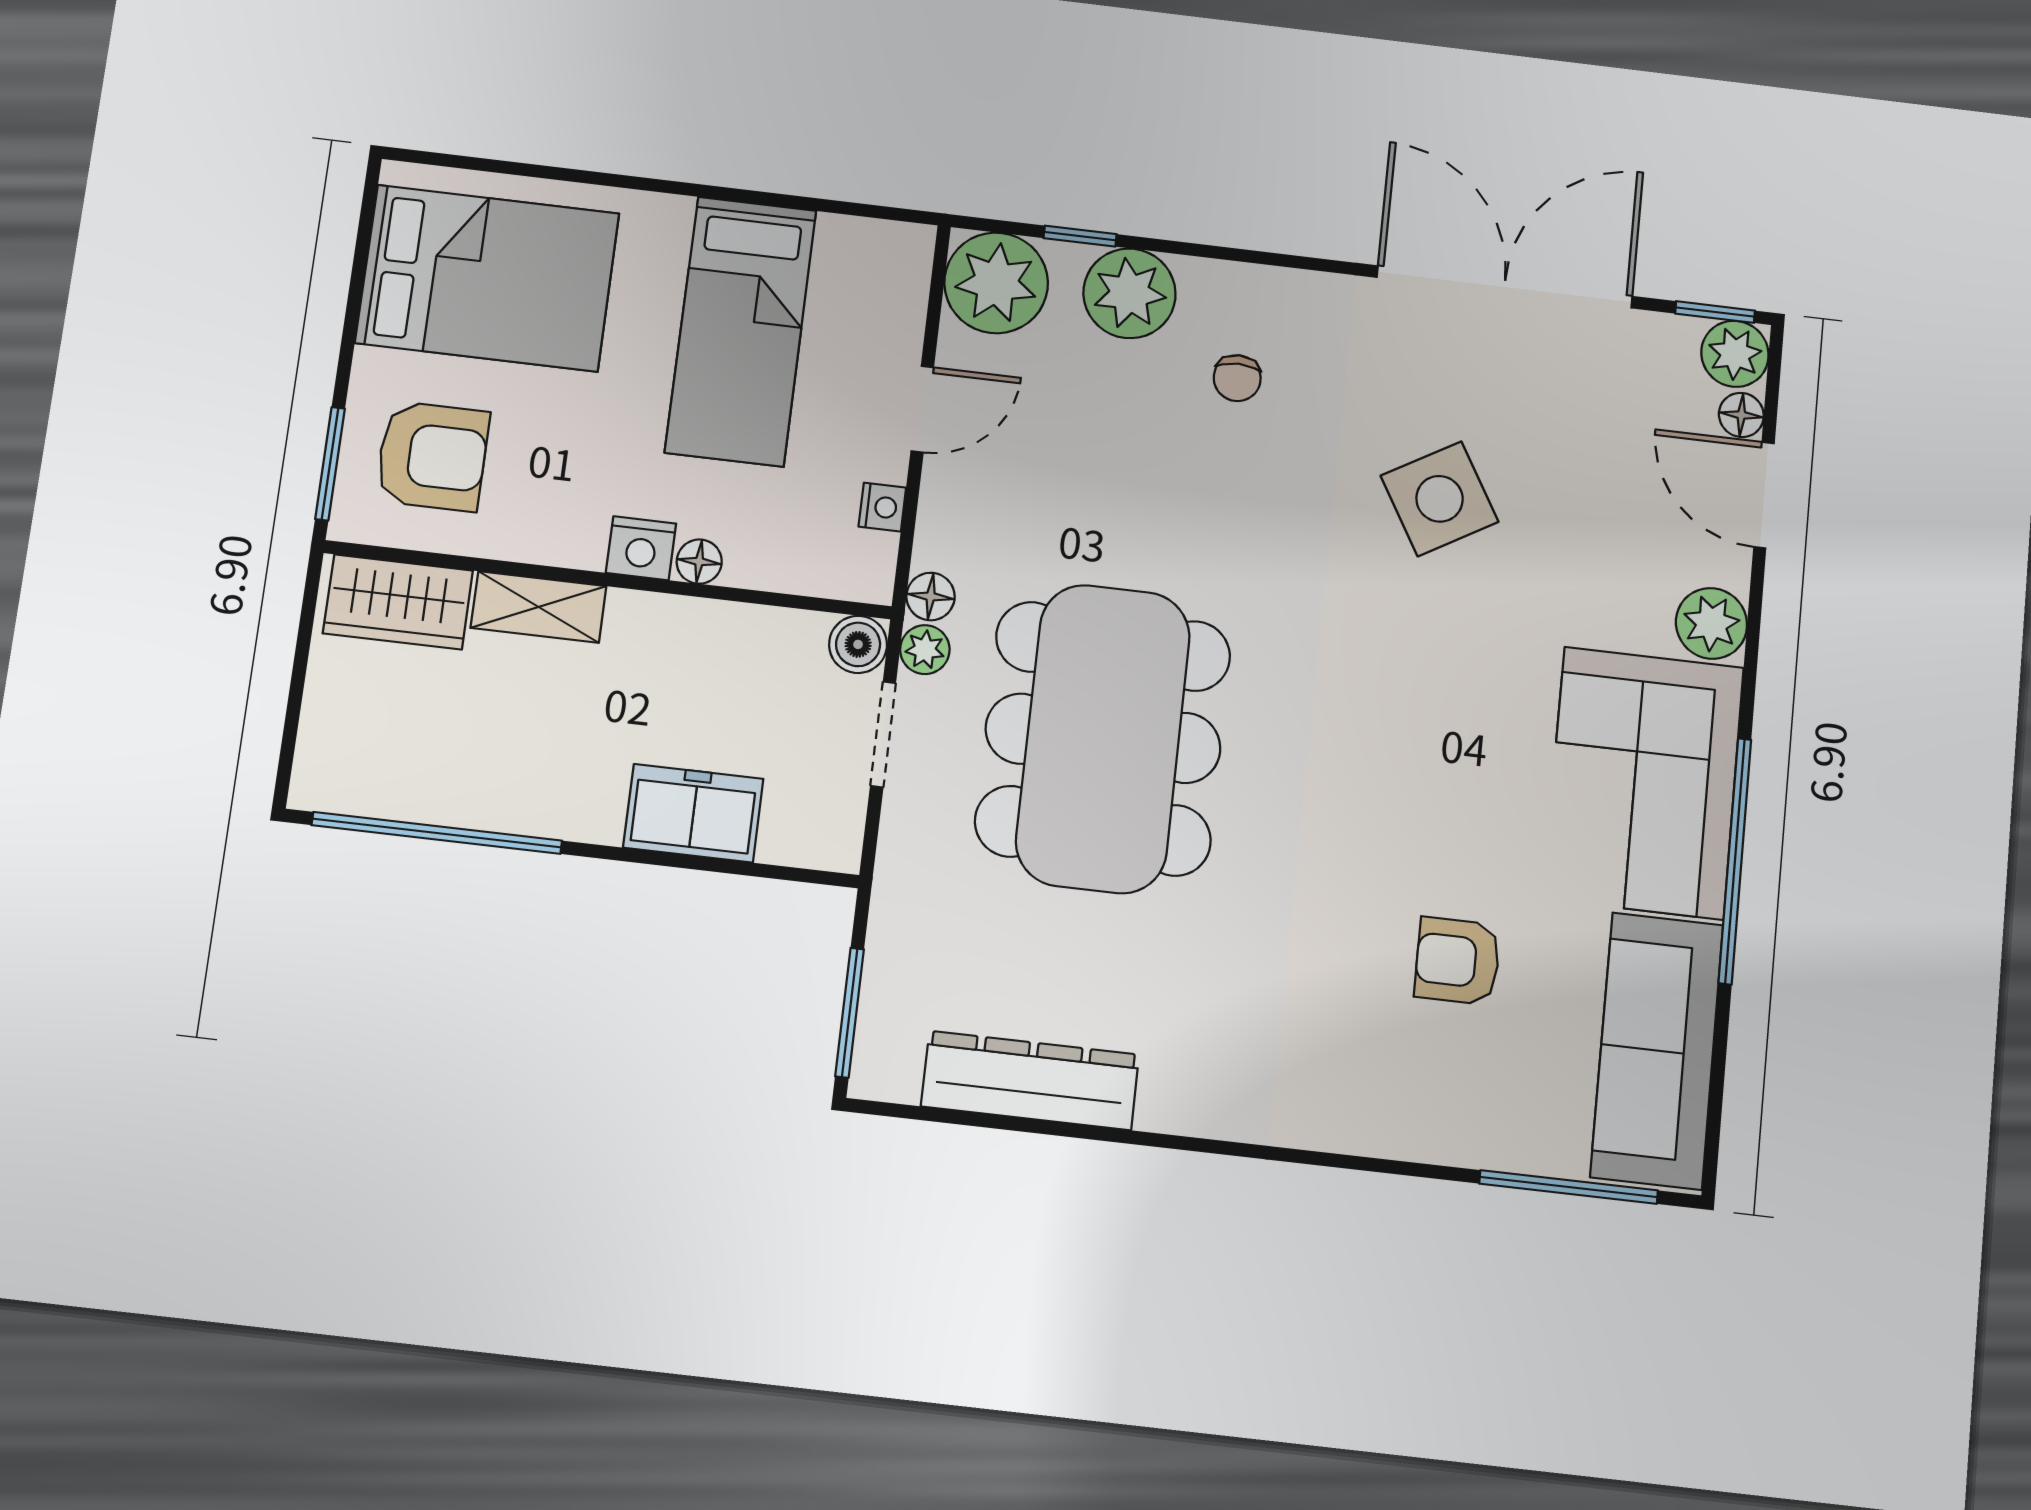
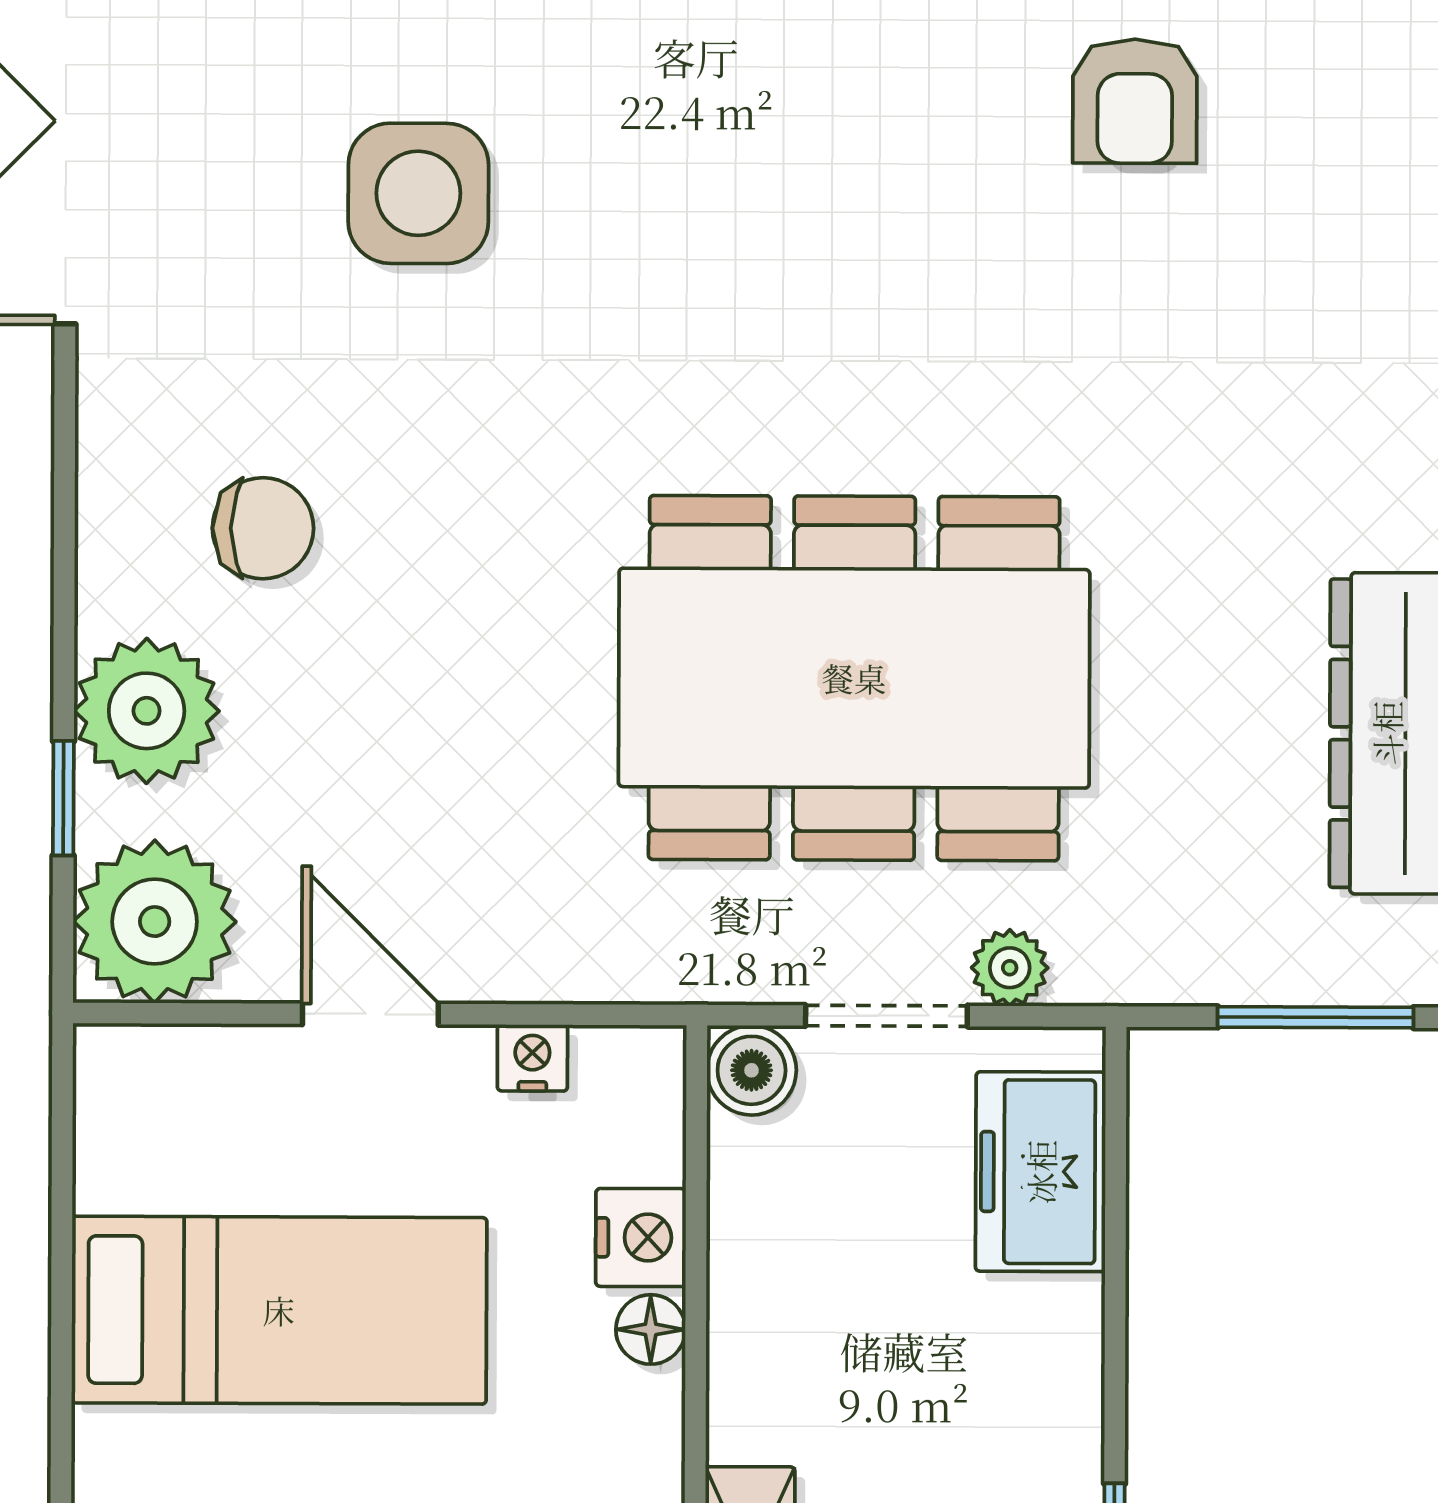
chair: (1237, 378) -> (263, 528), width x1.37, depth x1.37
side table: (1440, 499) -> (418, 193), turned 30
nightstand: (641, 548) -> (641, 1237), moved
floor lamp: (931, 597) -> (664, 967), removed
plant: (925, 650) -> (1010, 968), moved
freezer: (693, 813) -> (1041, 1172), moved

